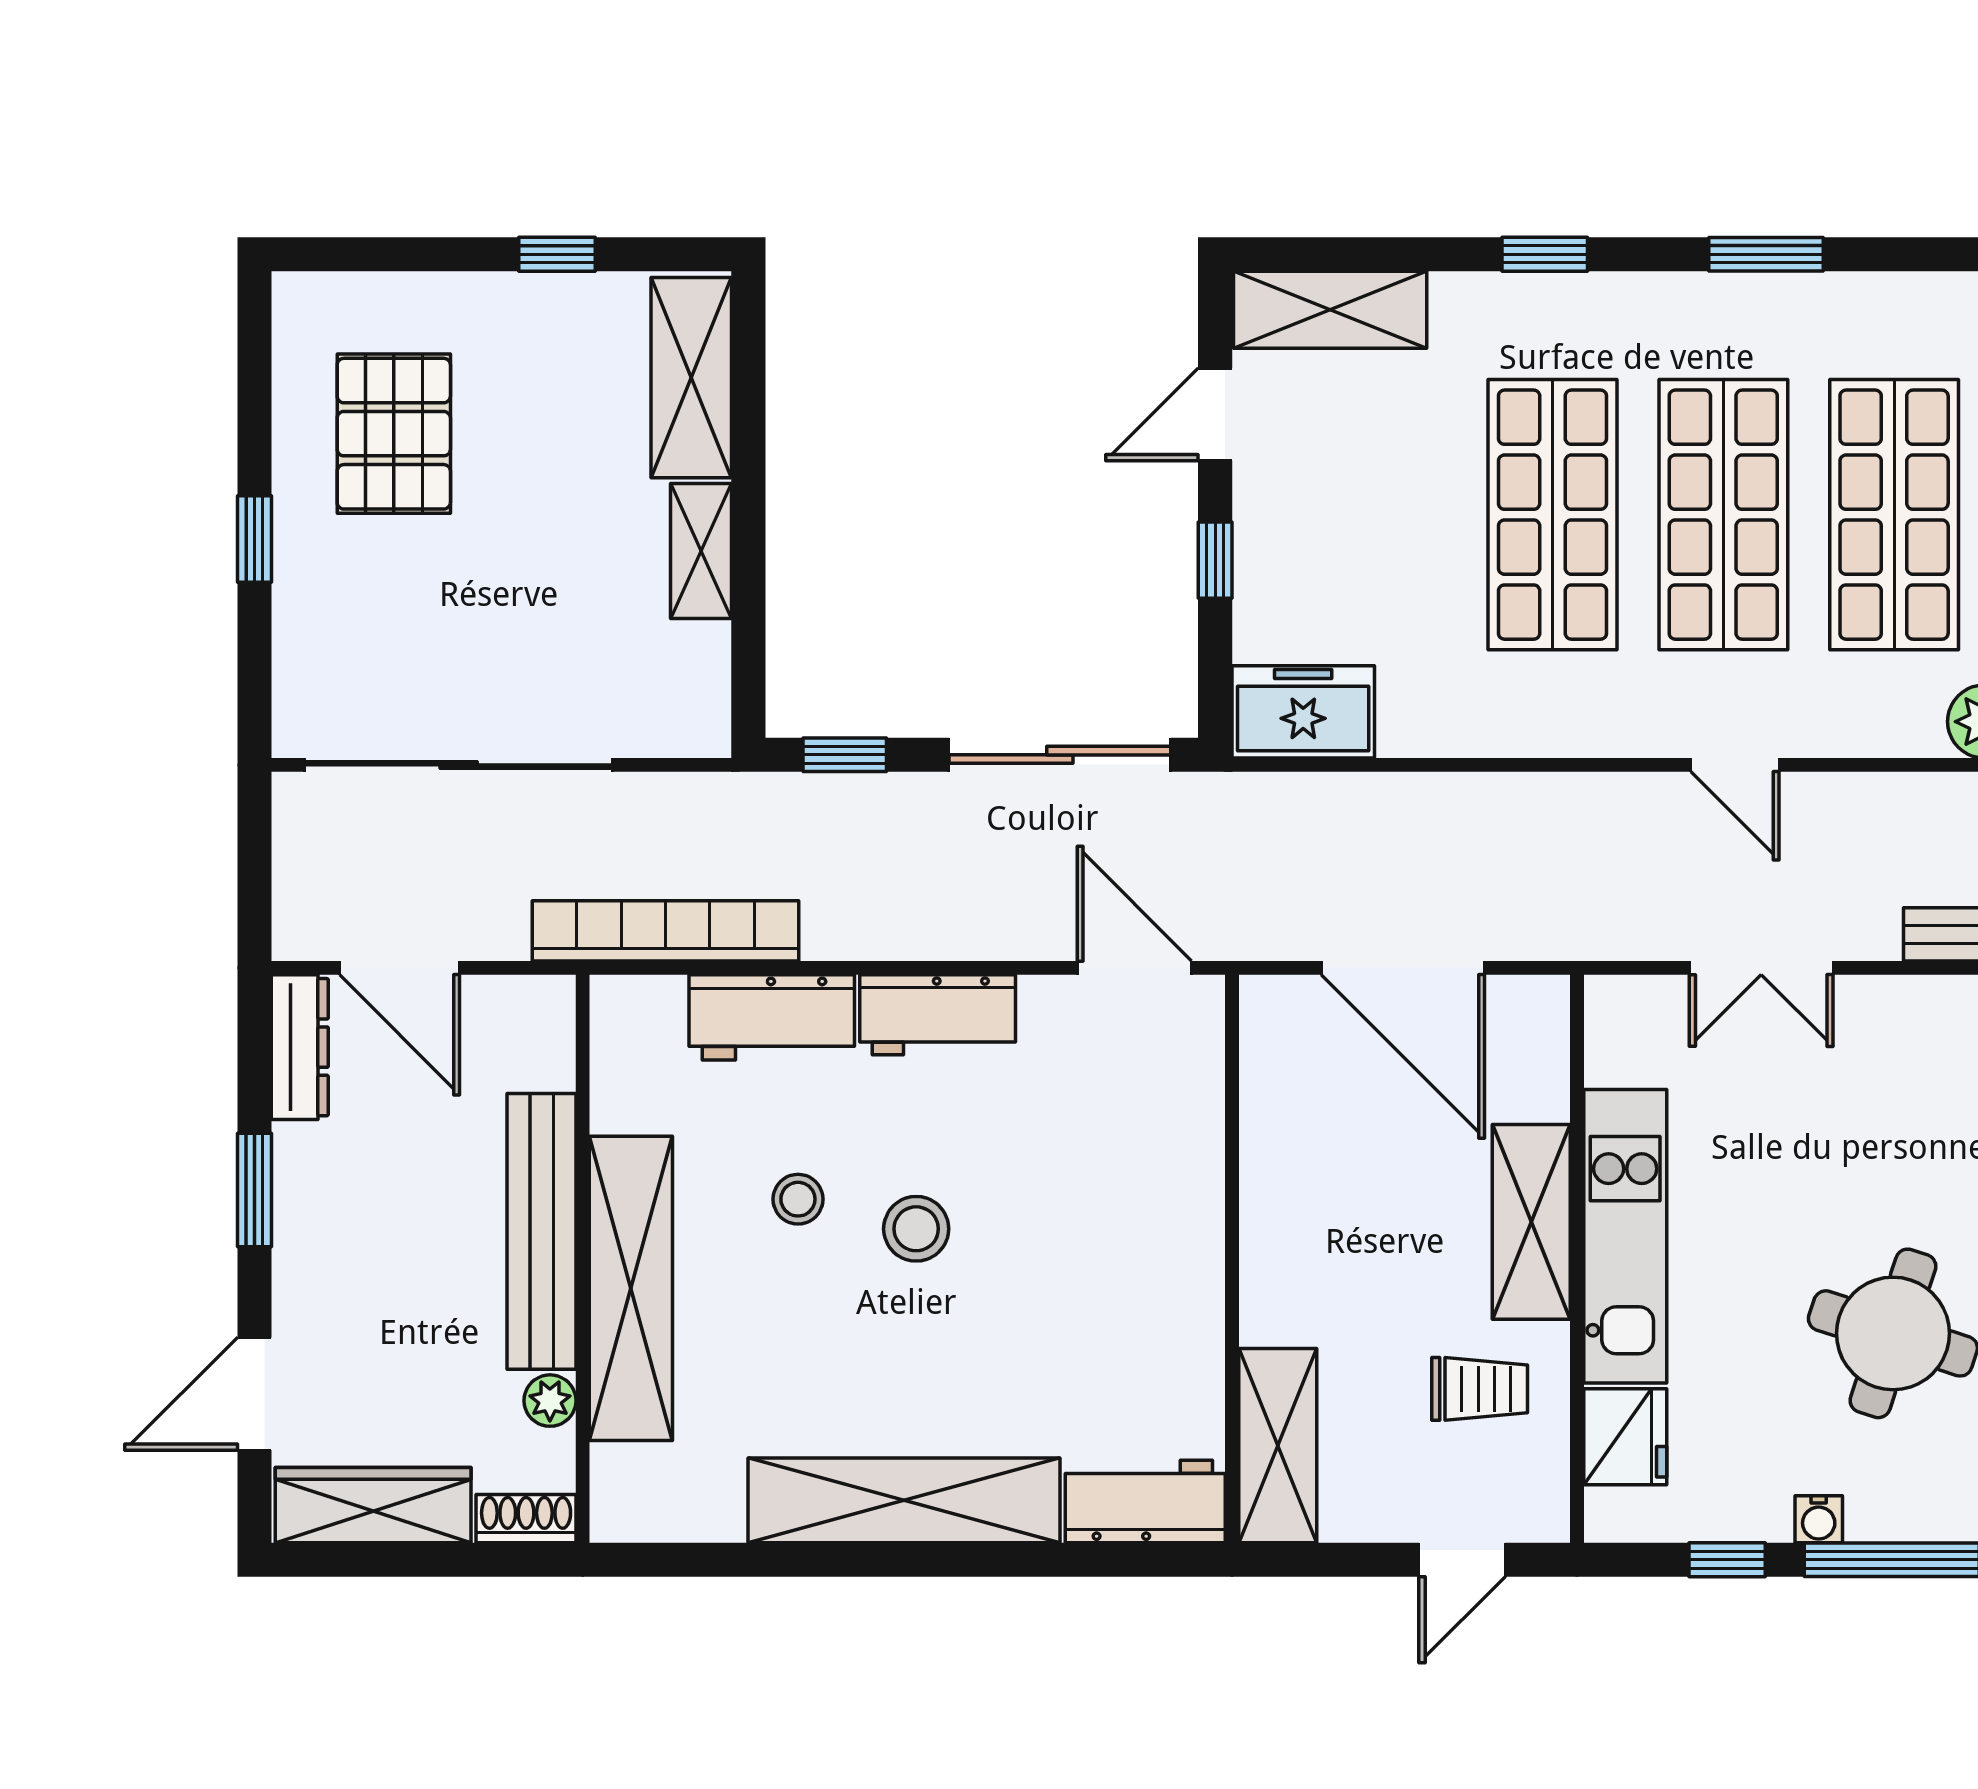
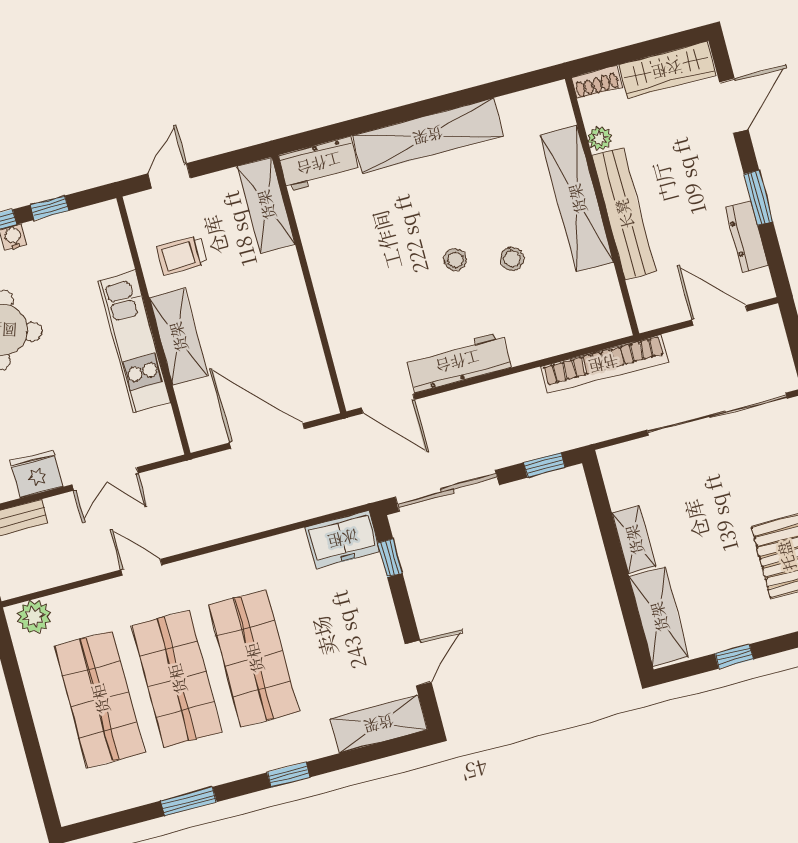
window: (1215, 560) -> (390, 558), moved
double door: (1761, 968) -> (105, 479), swing flipped
workbench: (938, 1015) -> (458, 362), width x1.37
workbench: (772, 1017) -> (546, 338), removed
dresser: (300, 1047) -> (747, 236), moved
stool: (916, 1229) -> (455, 260), width x0.73, depth x0.73
fridge: (1625, 1437) -> (37, 474), moved, turned 90

